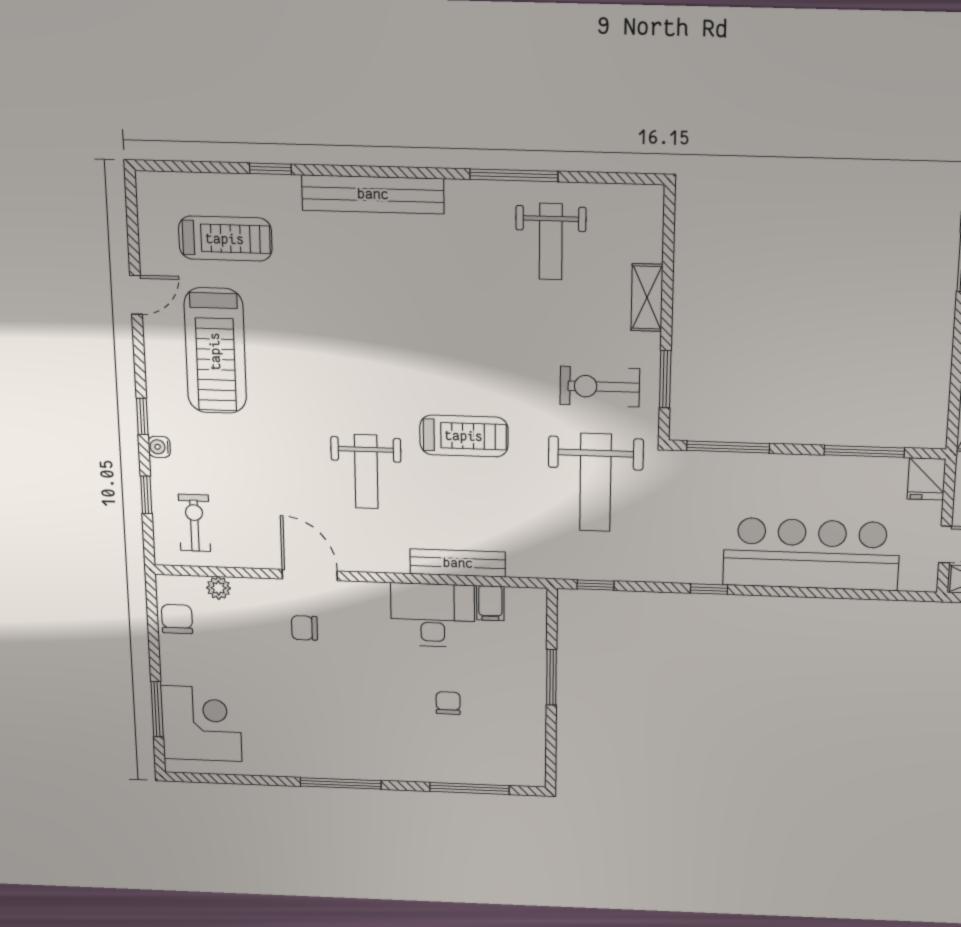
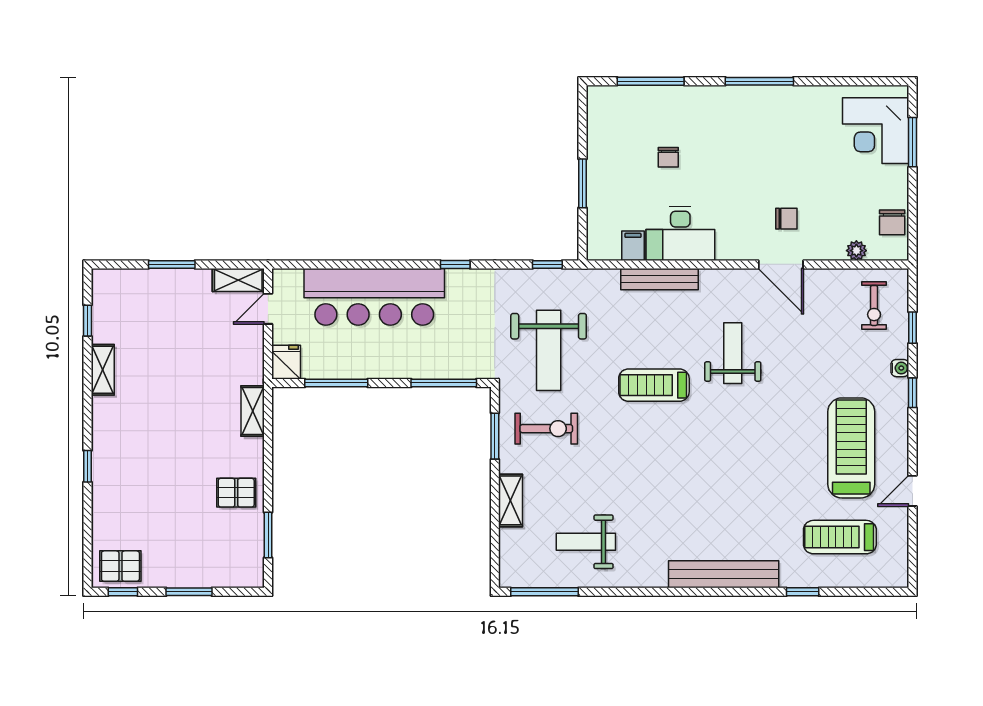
window: (514, 175) -> (545, 592), moved
weight bench: (551, 242) -> (586, 542), turned -90
weight bench: (595, 482) -> (549, 350), turned 180

